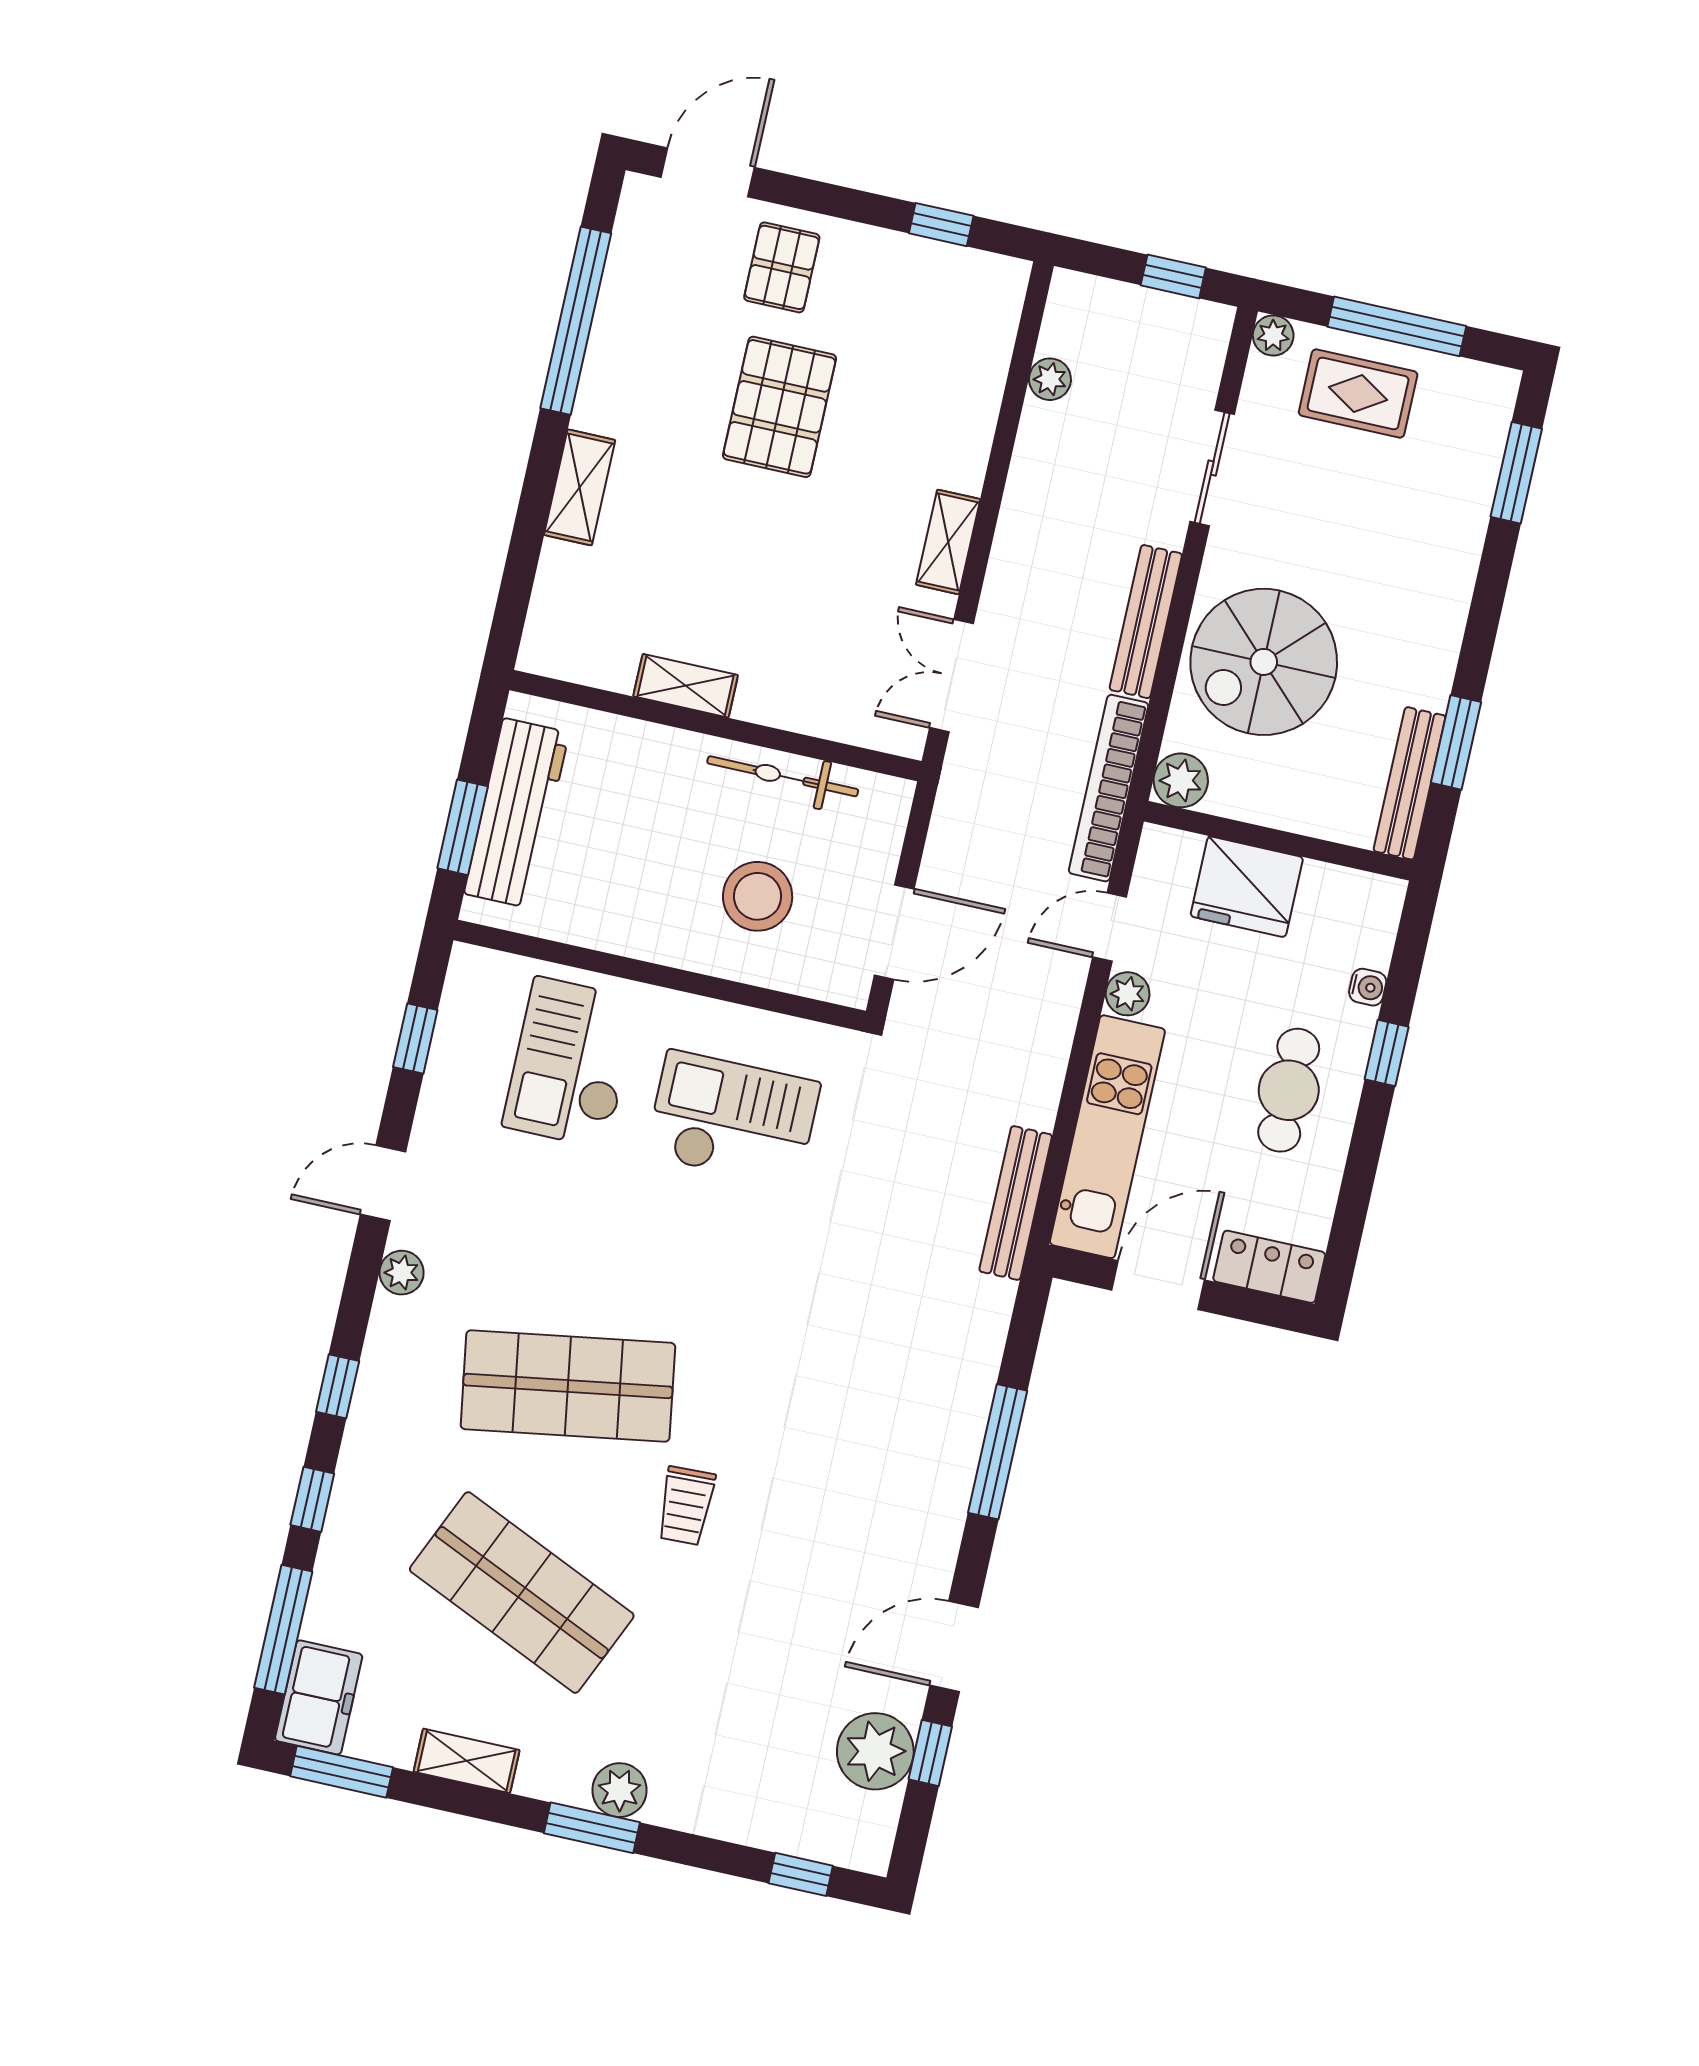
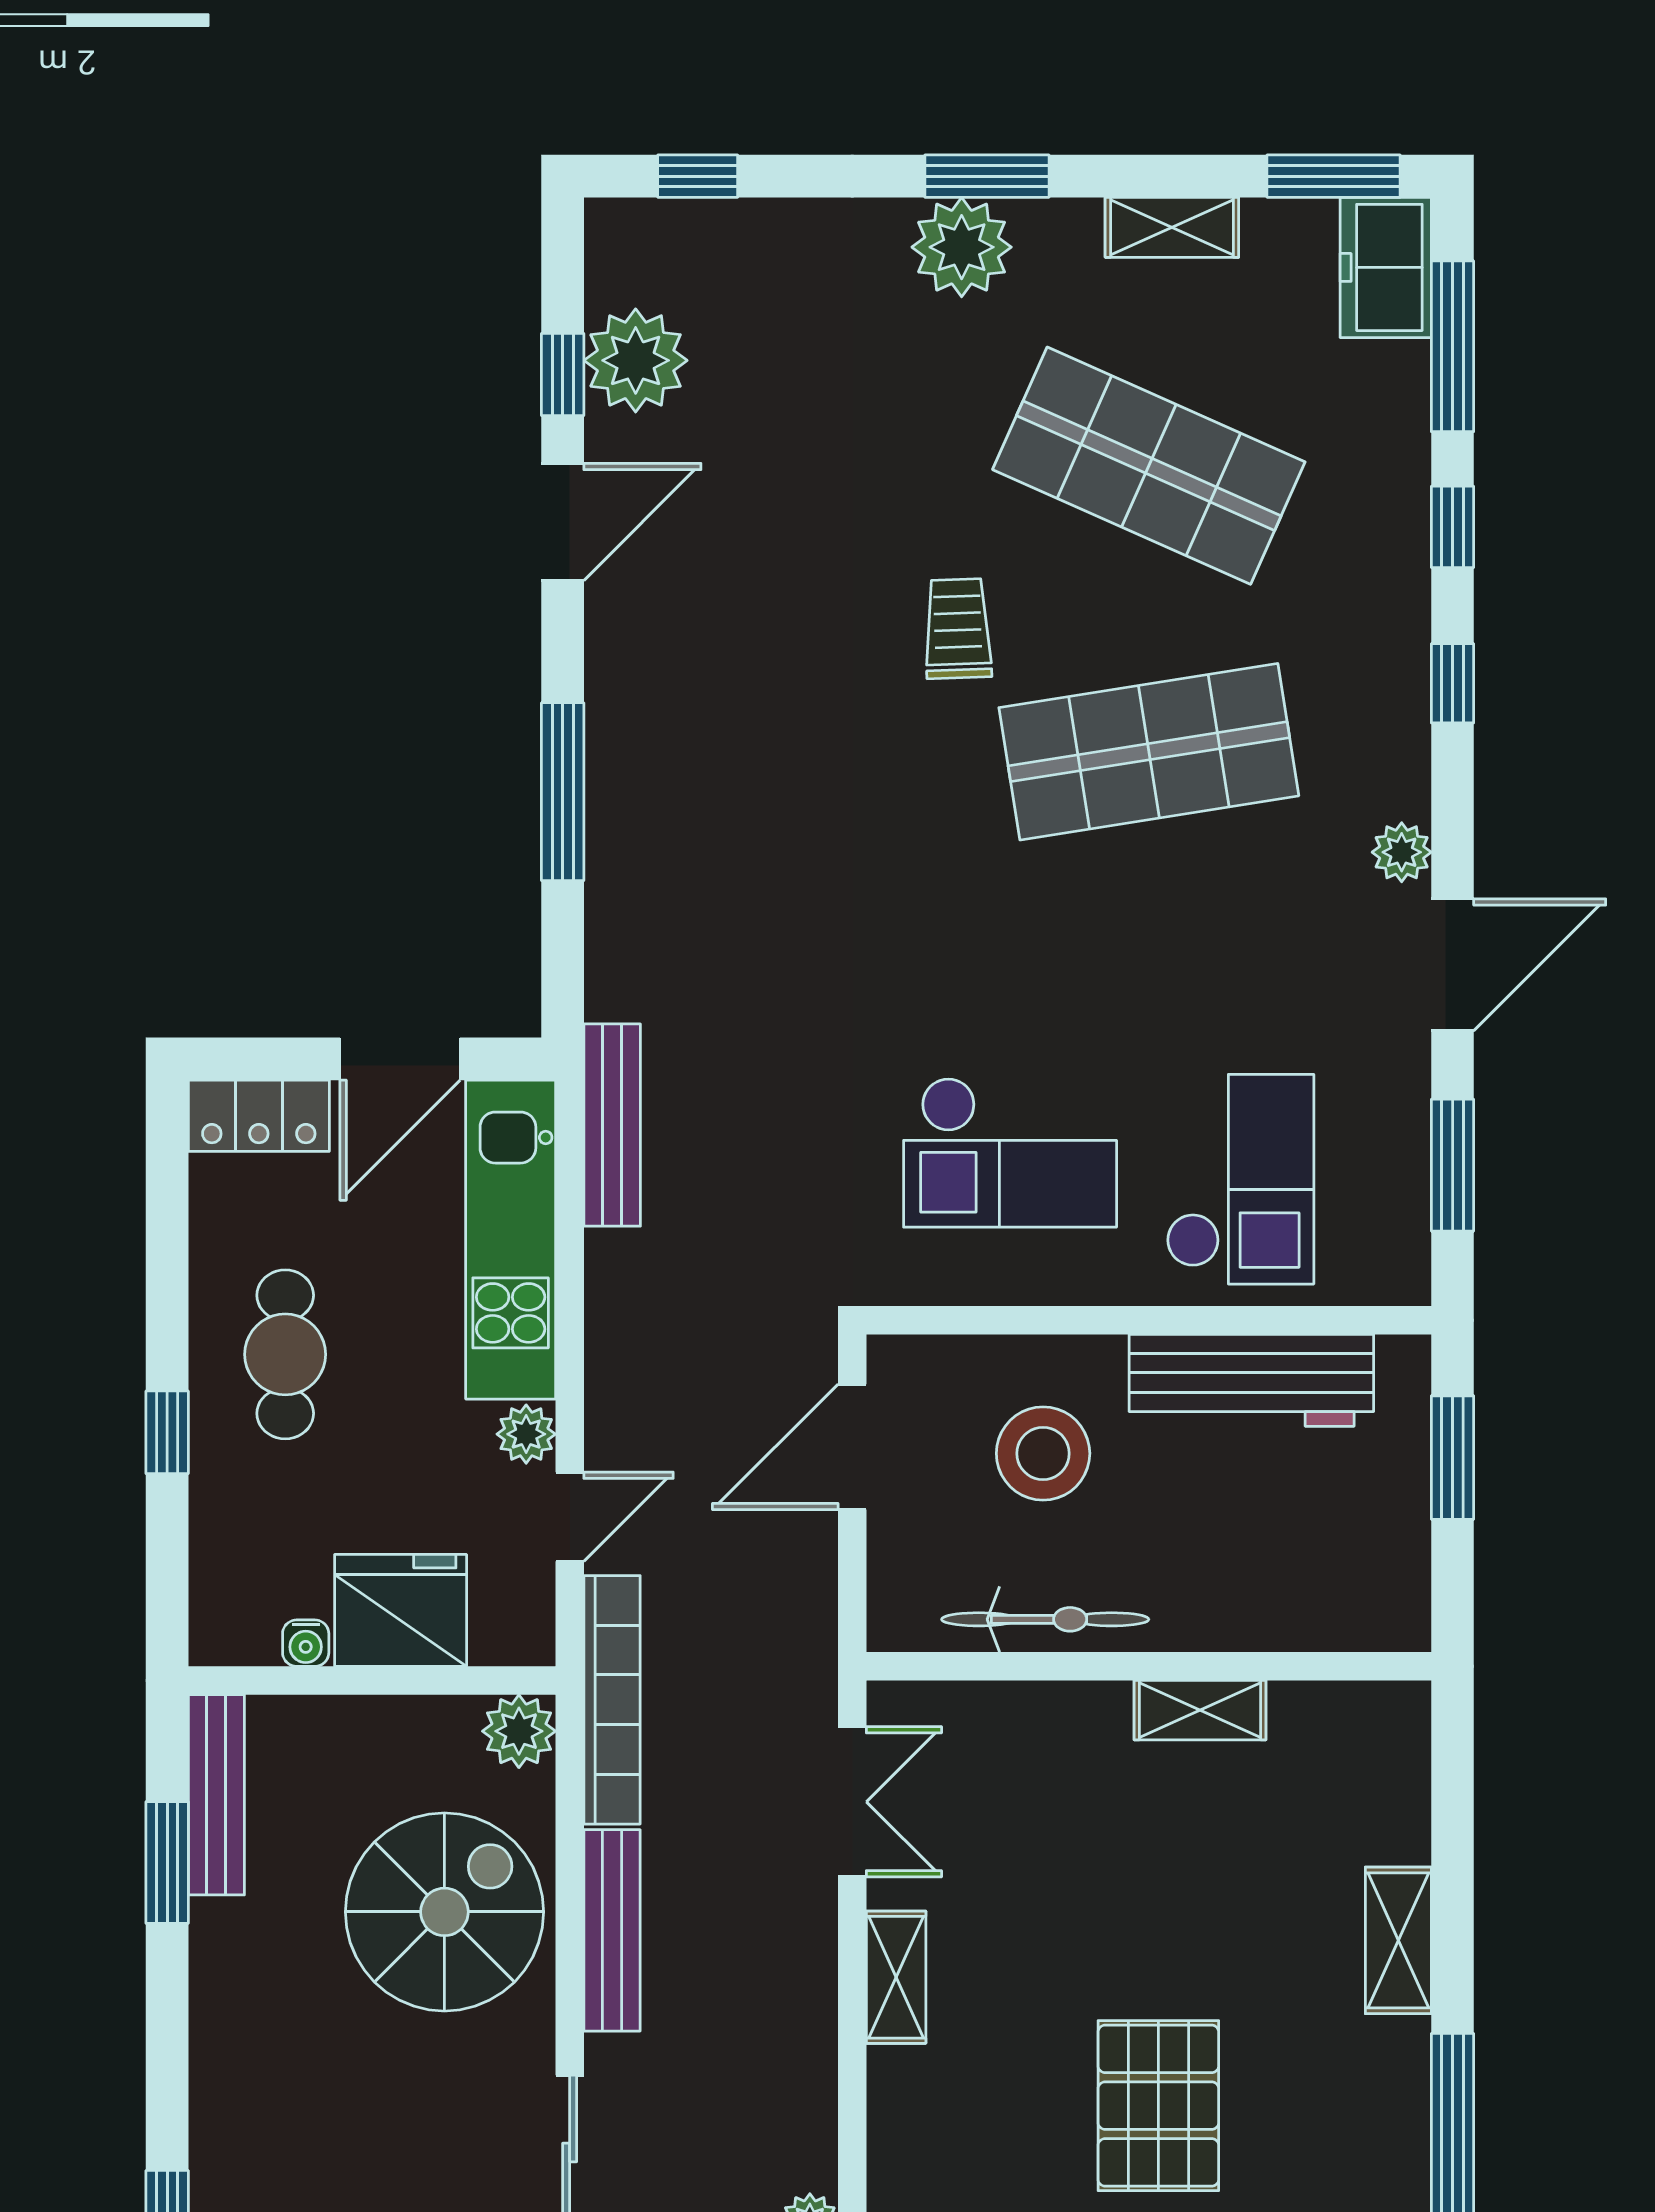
workbench: (517, 813) -> (1251, 1380), moved, turned -90
water cooler: (1368, 987) -> (306, 1643), moved, turned -90
window: (415, 1038) -> (1453, 1165), width x1.50
door: (383, 1183) -> (1453, 965), width x1.38
plant: (619, 1790) -> (962, 247), width x1.36, depth x1.36

